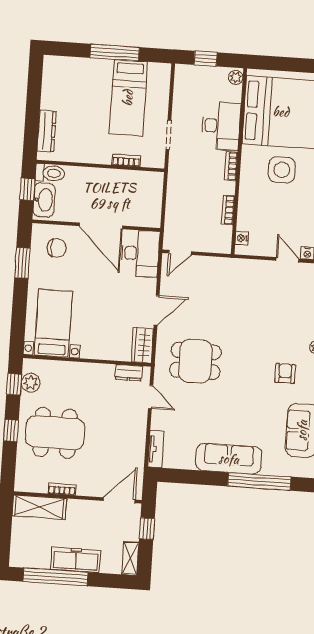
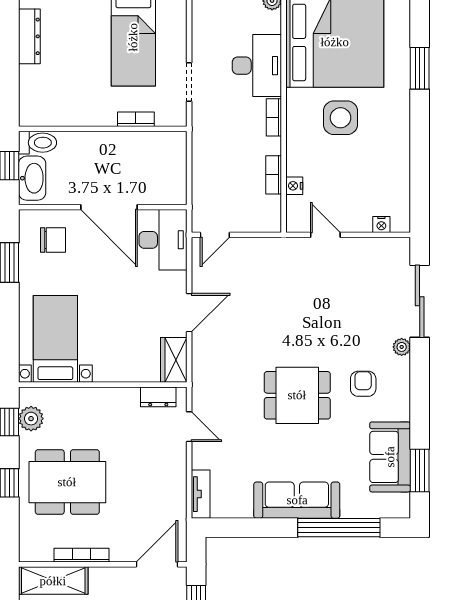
dresser: (47, 131) -> (29, 36), moved
nightstand: (242, 238) -> (294, 186), moved
door: (287, 260) -> (325, 235), moved
dining table: (195, 361) -> (297, 395), moved
bookcase: (62, 489) -> (82, 555), width x1.56

